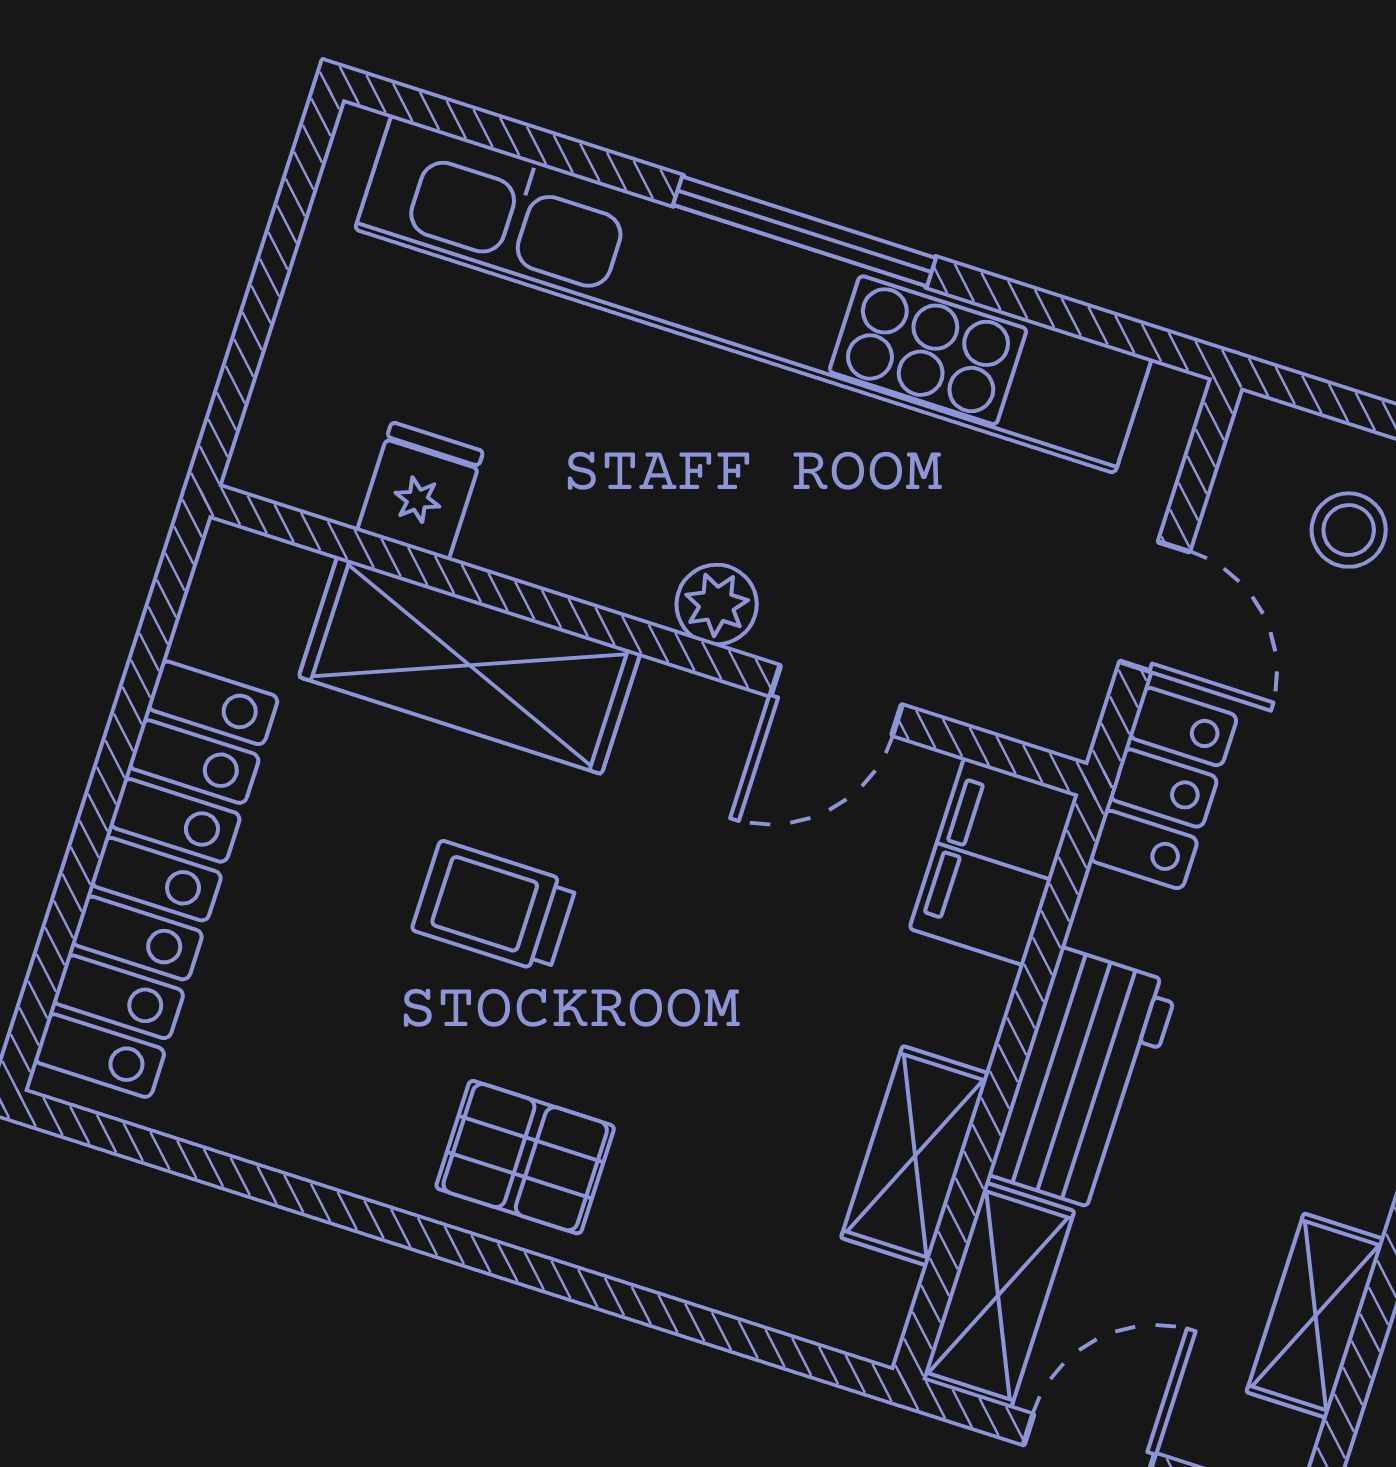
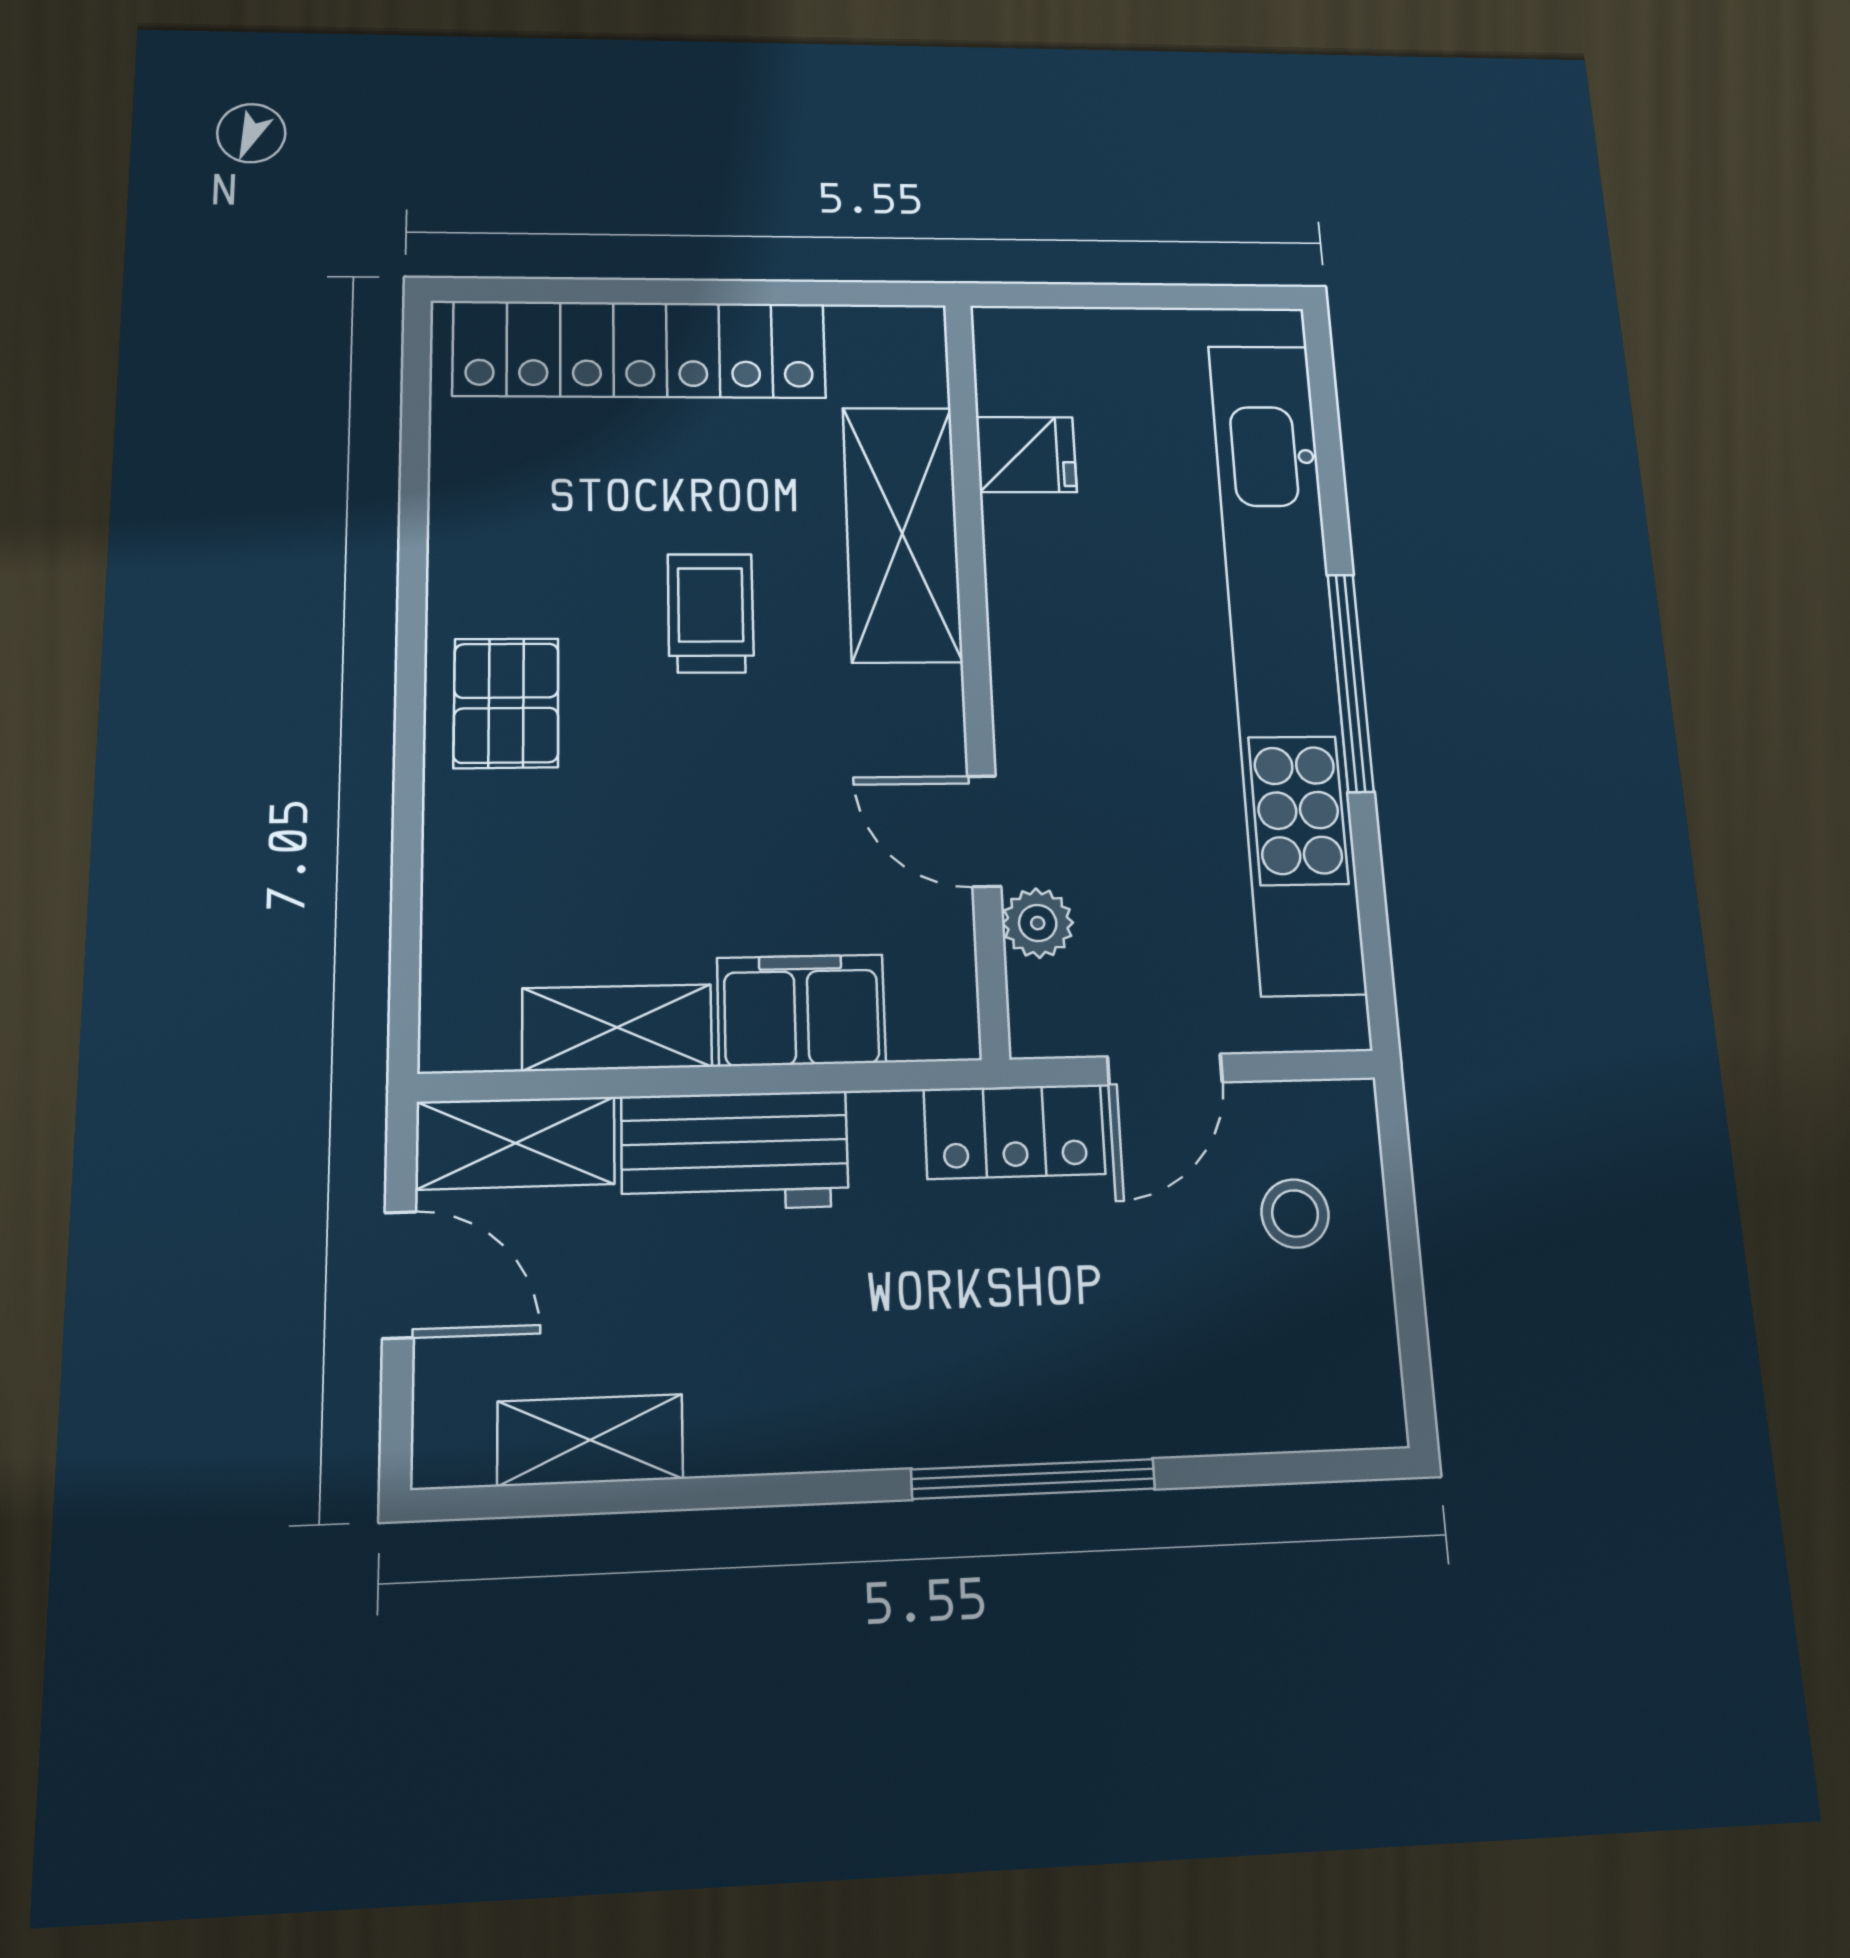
plant: (717, 604) -> (1038, 923), moved
filing cabinet: (994, 861) -> (801, 1010), moved

